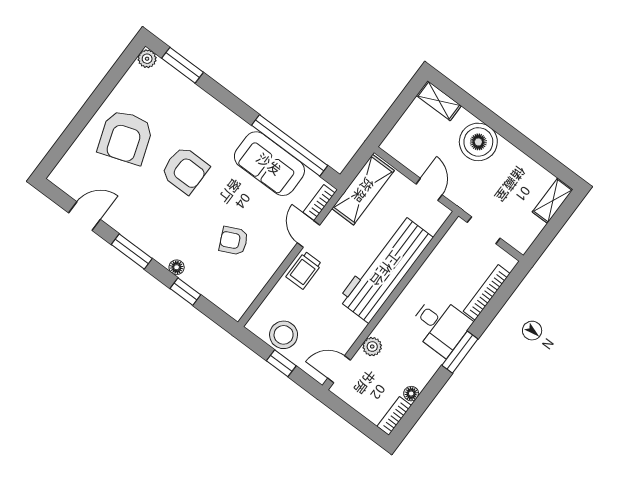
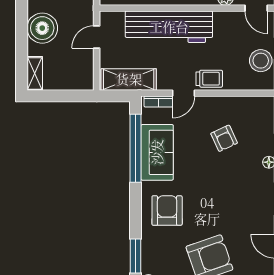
armchair: (185, 170) -> (167, 210), moved

